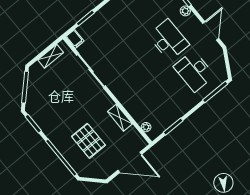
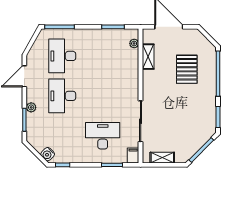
desk: (111, 35) -> (103, 136), added
desk: (194, 71) -> (62, 56), turned 180
shelving: (120, 118) -> (148, 57), moved

